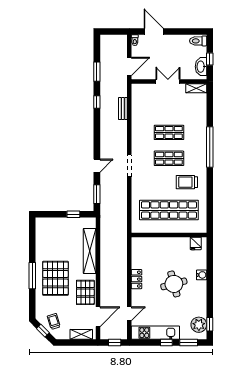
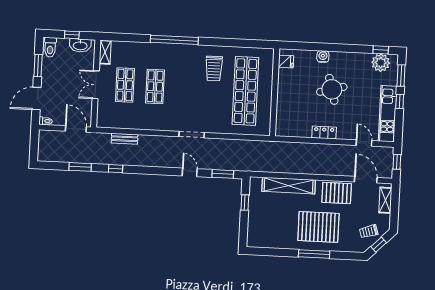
window: (182, 31) -> (38, 65), added
shop shelf: (169, 158) -> (125, 85), moved

